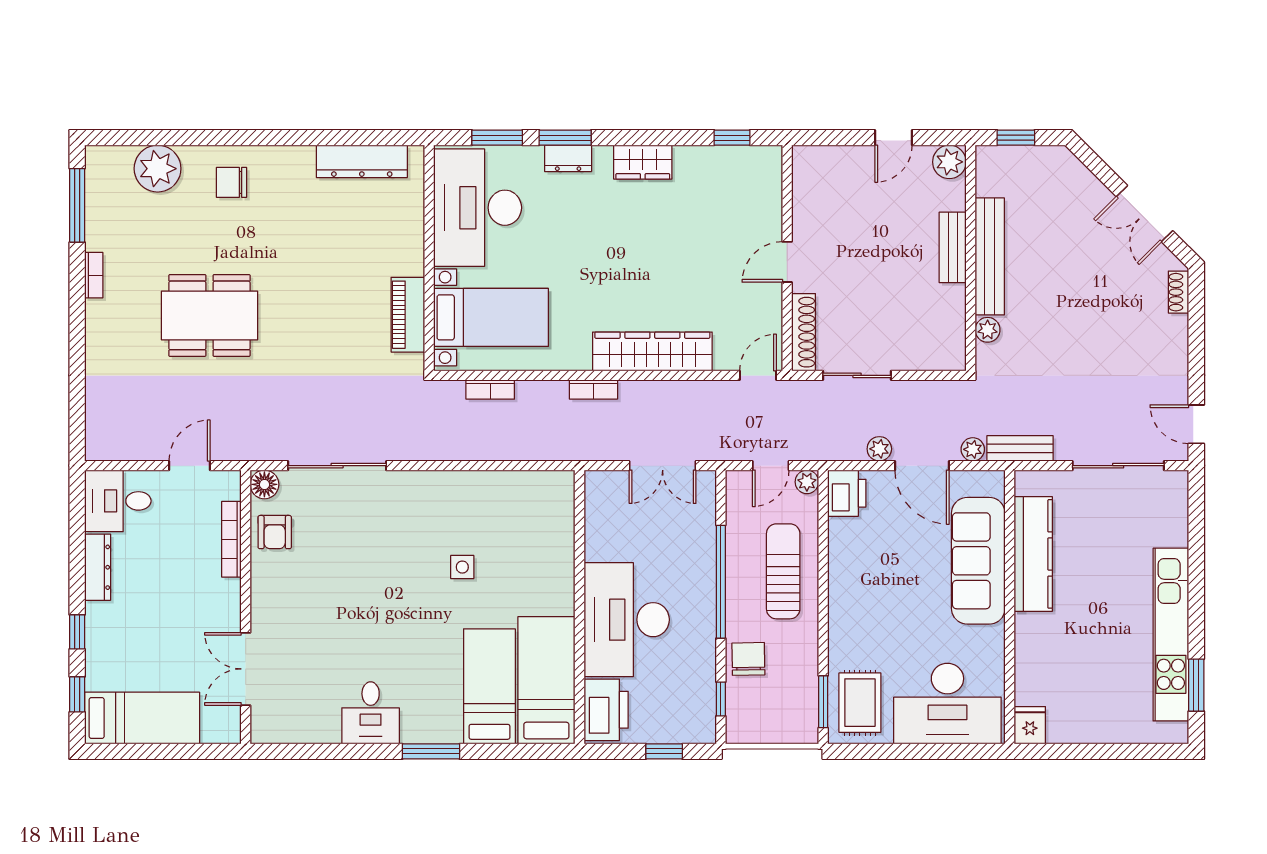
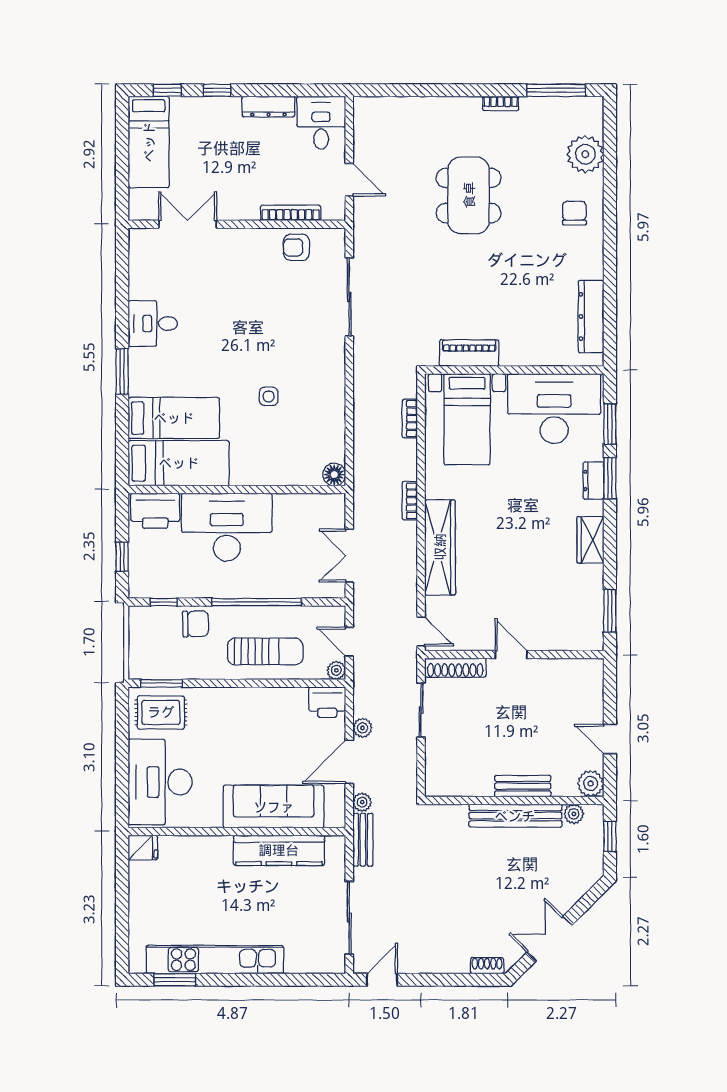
window: (732, 138) -> (610, 611), width x1.50
plant: (988, 330) -> (574, 814), moved
floor lamp: (264, 484) -> (334, 475), moved

